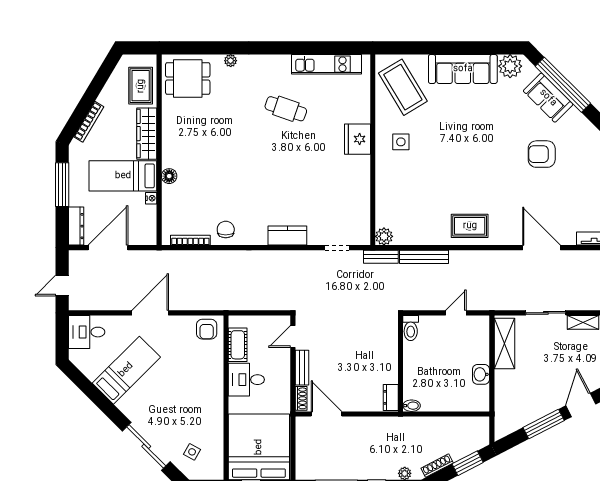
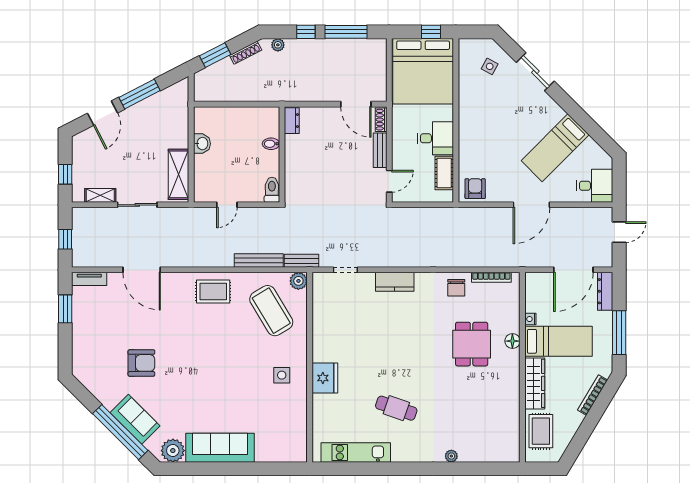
dining table: (188, 79) -> (472, 344), moved, turned 90
coffee table: (403, 87) -> (271, 311), moved
bidet: (412, 406) -> (271, 144), moved
sliding door: (146, 446) -> (535, 72), width x0.73

